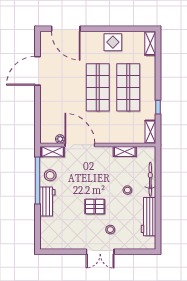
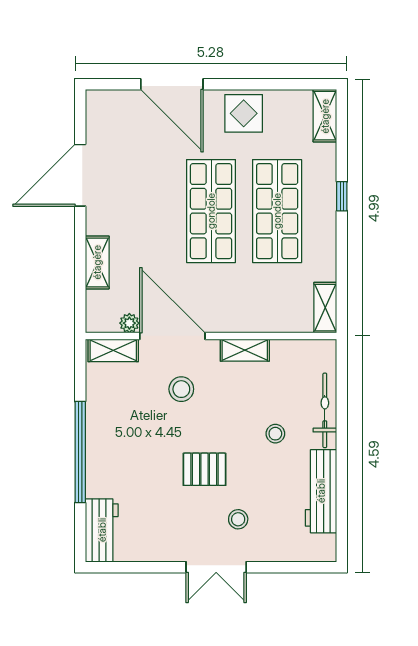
door: (66, 29) -> (172, 84), moved
window: (158, 107) -> (342, 196), moved
shelving: (45, 111) -> (97, 262), added
shelving: (125, 151) -> (245, 350), moved
stool: (50, 175) -> (181, 389), moved
window: (37, 180) -> (80, 452), moved
workbench: (47, 202) -> (102, 530), moved

